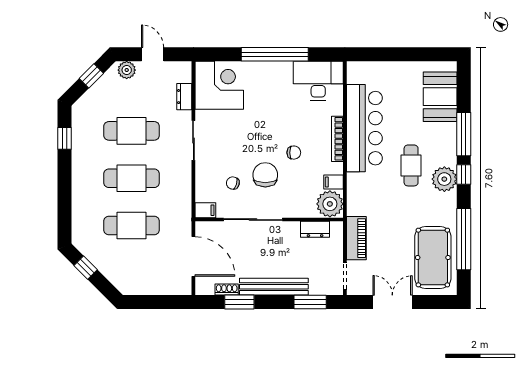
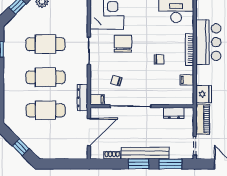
dresser: (184, 97) -> (82, 98), moved, width x1.44
bar counter: (364, 128) -> (208, 42), width x0.73
chair: (265, 175) -> (123, 44), moved
fridge: (357, 202) -> (204, 94), added
plant: (330, 204) -> (184, 95), removed
door: (193, 256) -> (89, 132), hinge flipped
window: (86, 268) -> (21, 147), moved
window: (239, 302) -> (139, 164), moved

